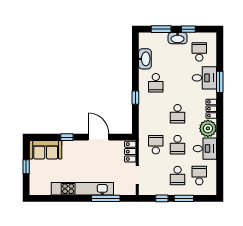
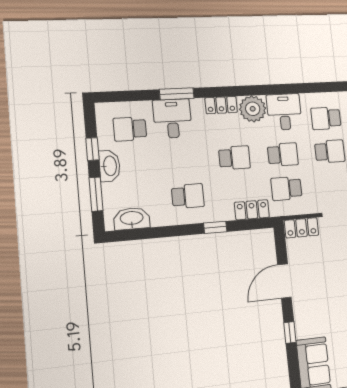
washbasin: (145, 59) -> (132, 219), moved
locker: (144, 121) -> (252, 210), added

